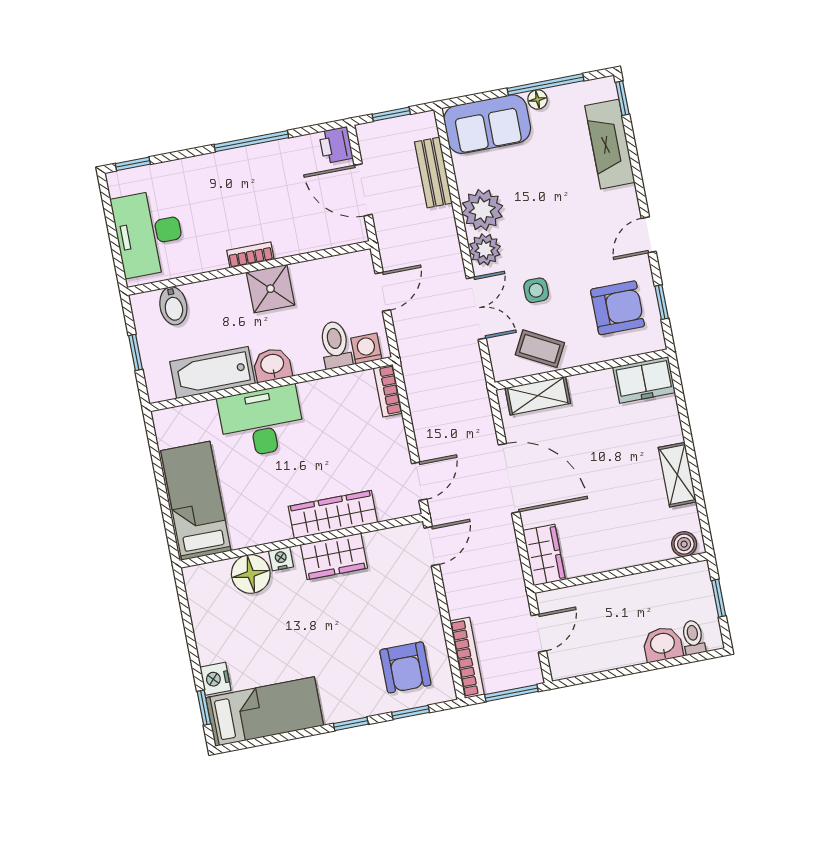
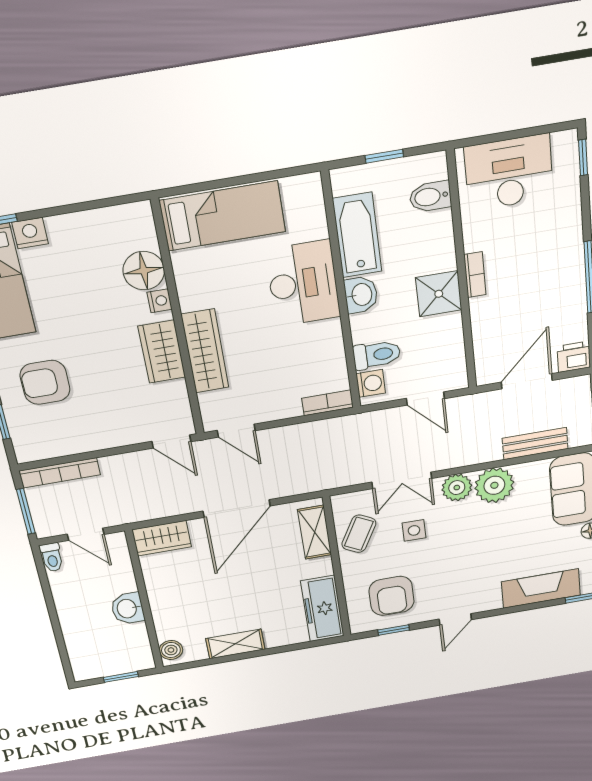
door: (649, 235) -> (455, 619), swing flipped
freezer: (644, 380) -> (322, 609), width x1.40
toilet: (693, 637) -> (52, 557), moved, turned 90
washbasin: (663, 644) -> (128, 608), moved, turned 180
armchair: (405, 667) -> (45, 382), moved

